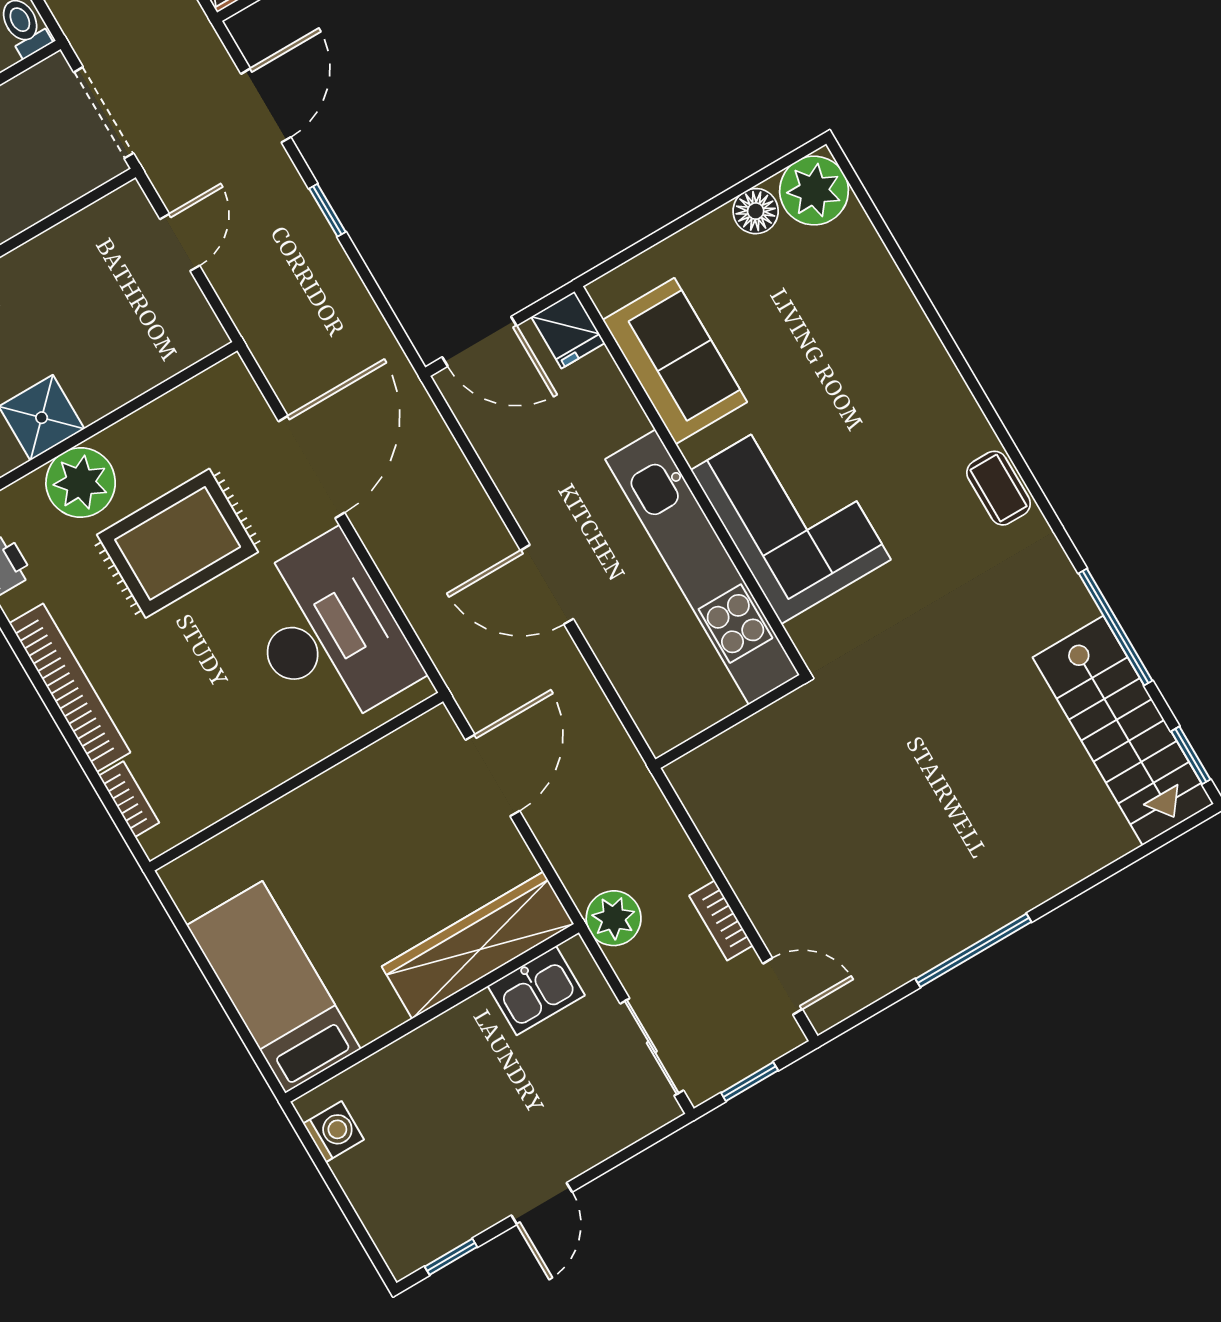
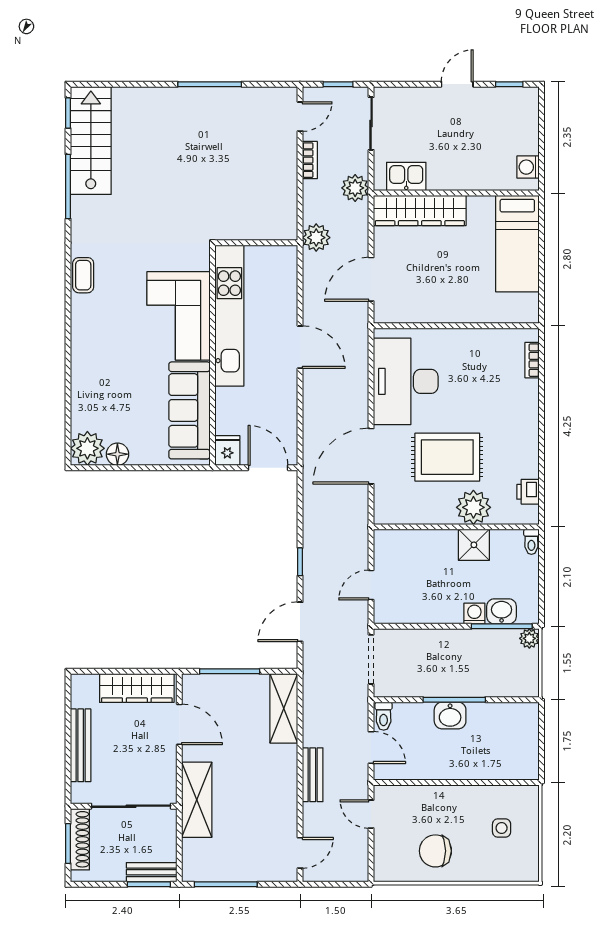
sofa: (675, 361) -> (189, 410), width x1.36
bookcase: (70, 688) -> (529, 422), removed
plant: (631, 792) -> (316, 238), added
door: (783, 986) -> (300, 117), swing flipped

